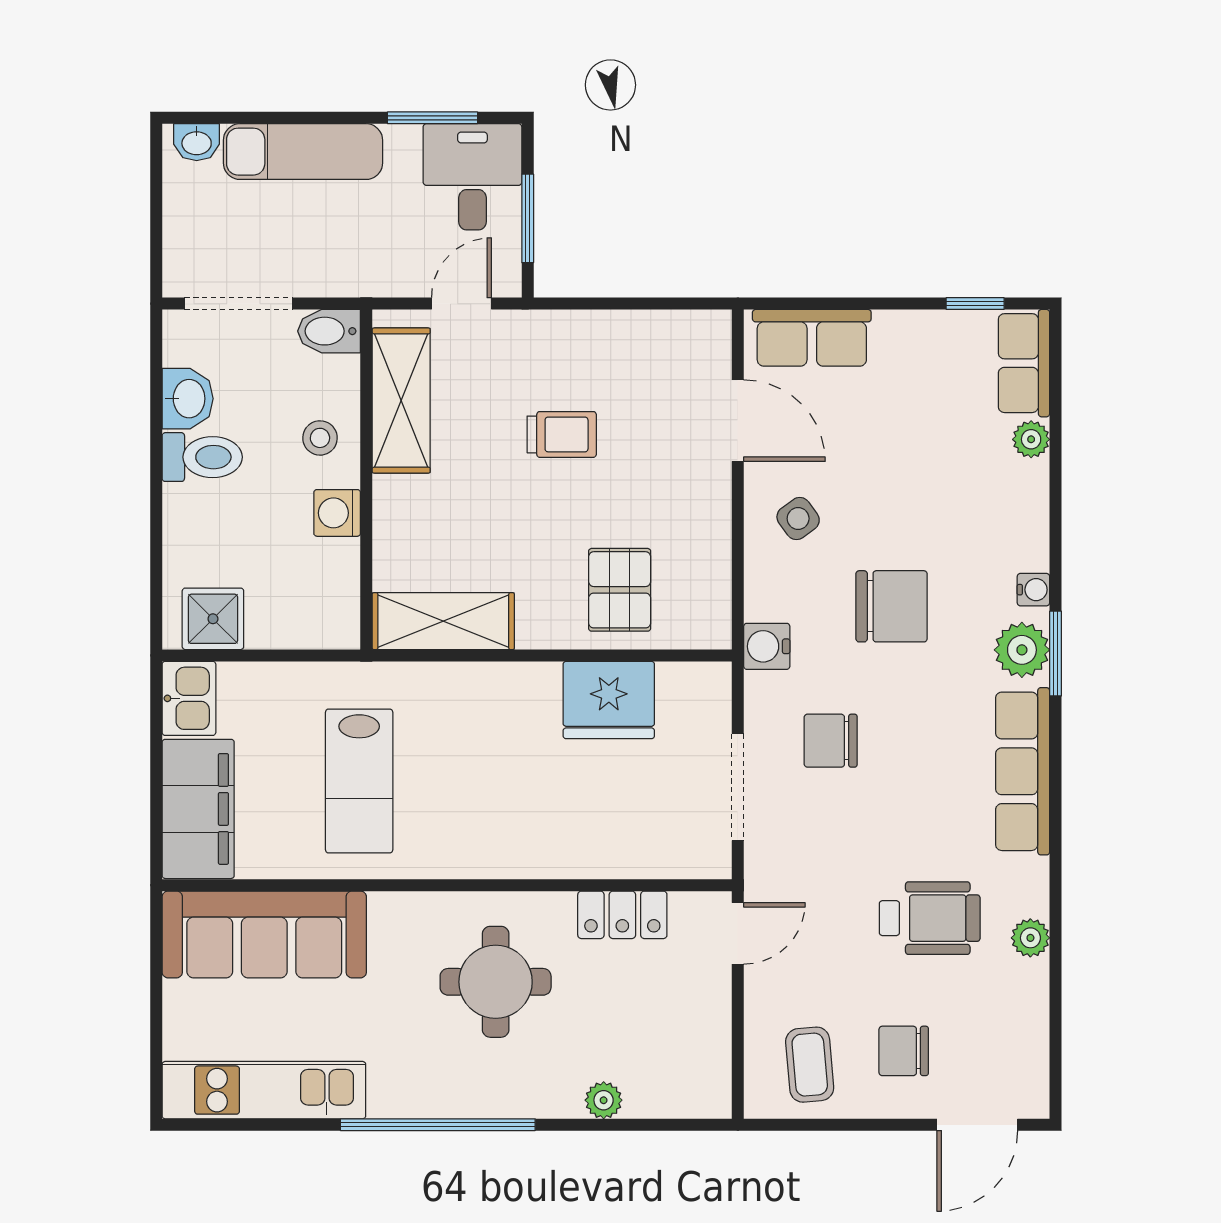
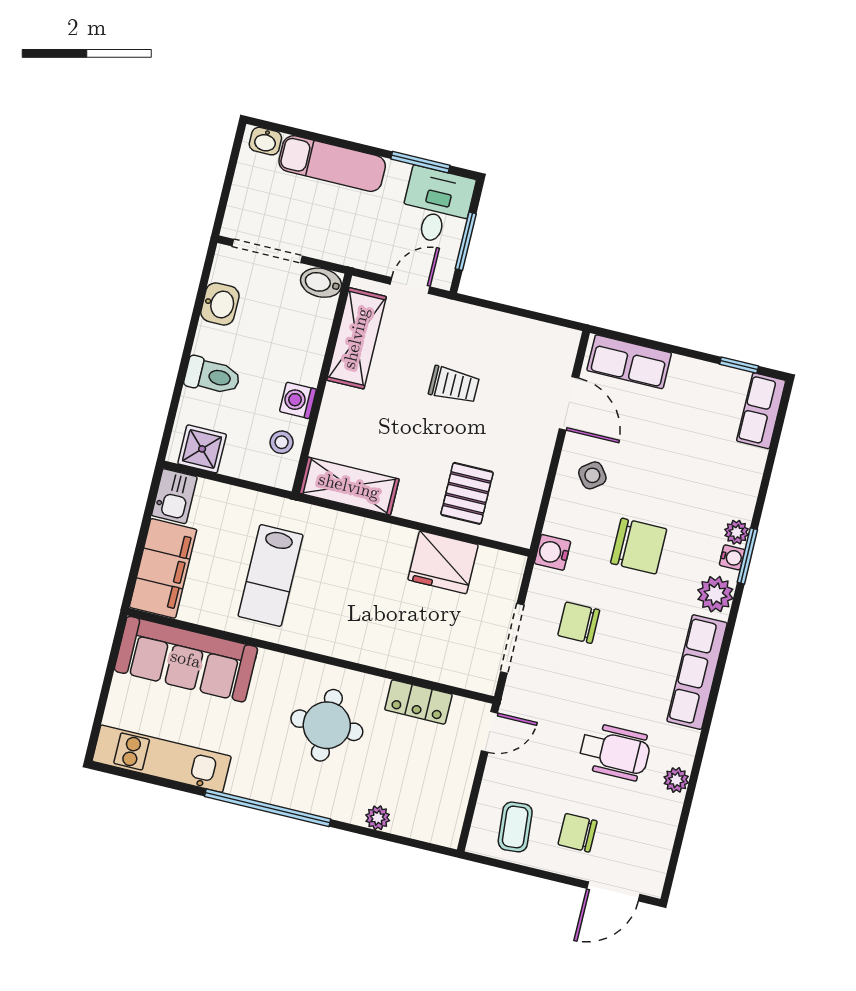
stool: (320, 438) -> (282, 442), moved
plant: (1031, 439) -> (737, 532), moved
toilet: (202, 457) -> (212, 376), moved
window: (1056, 654) -> (747, 556), moved

